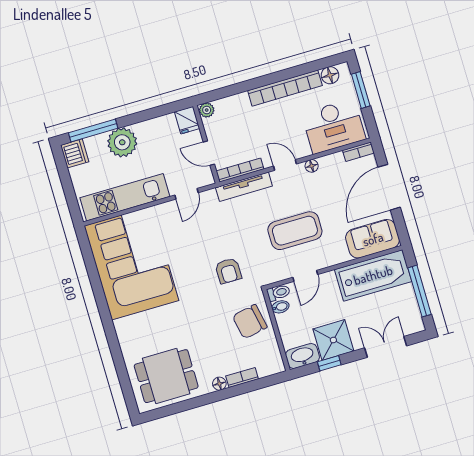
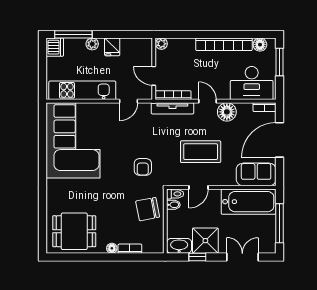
fridge: (187, 120) -> (112, 47), moved
plant: (122, 142) -> (92, 44), width x0.53, depth x0.53
floor lamp: (312, 166) -> (227, 112), width x1.89, depth x1.89

